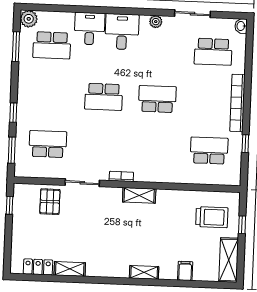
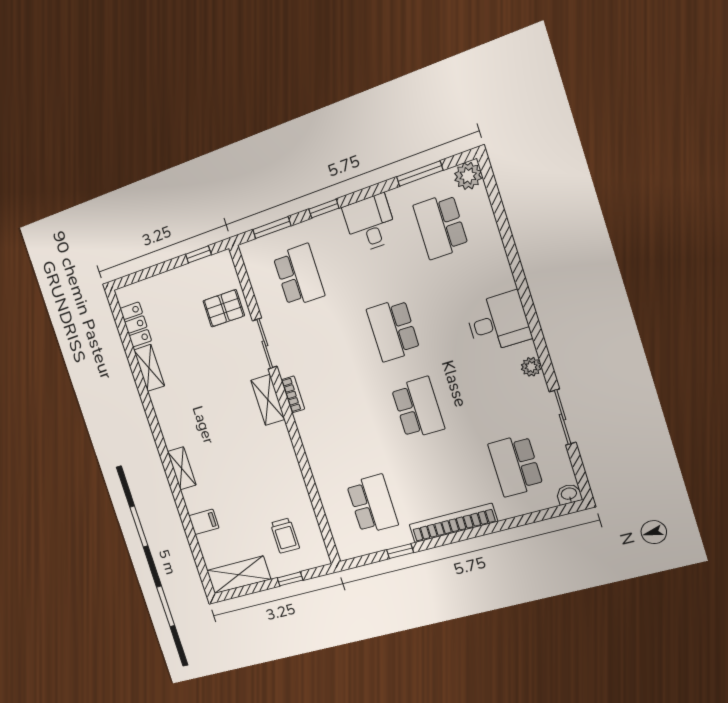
desk: (90, 29) -> (370, 223), moved, turned -90
shelving: (139, 195) -> (268, 400), moved
trolley: (212, 217) -> (285, 536), width x0.73, depth x0.72

